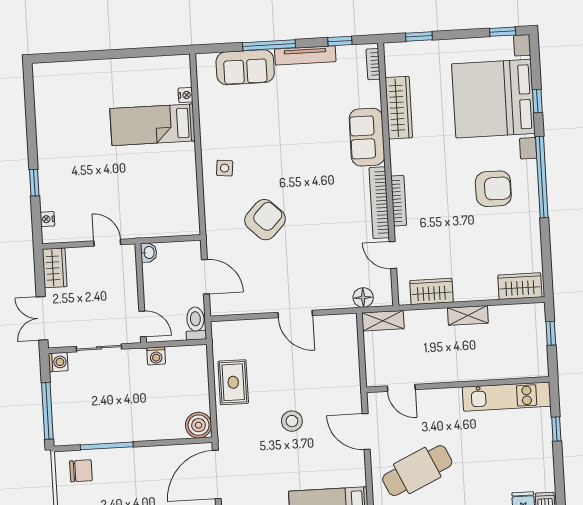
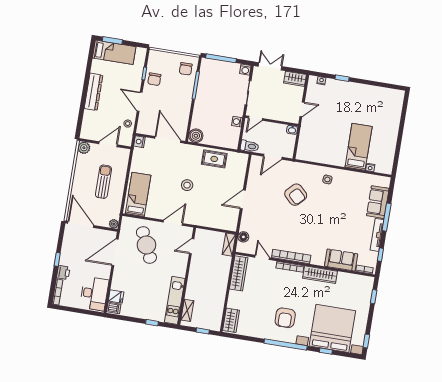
wardrobe: (399, 108) -> (320, 275), moved
sofa: (367, 137) -> (341, 260), moved
door: (393, 255) -> (262, 257), hinge flipped
wardrobe: (431, 291) -> (239, 273), width x1.50
shelving: (468, 315) -> (187, 310), moved

